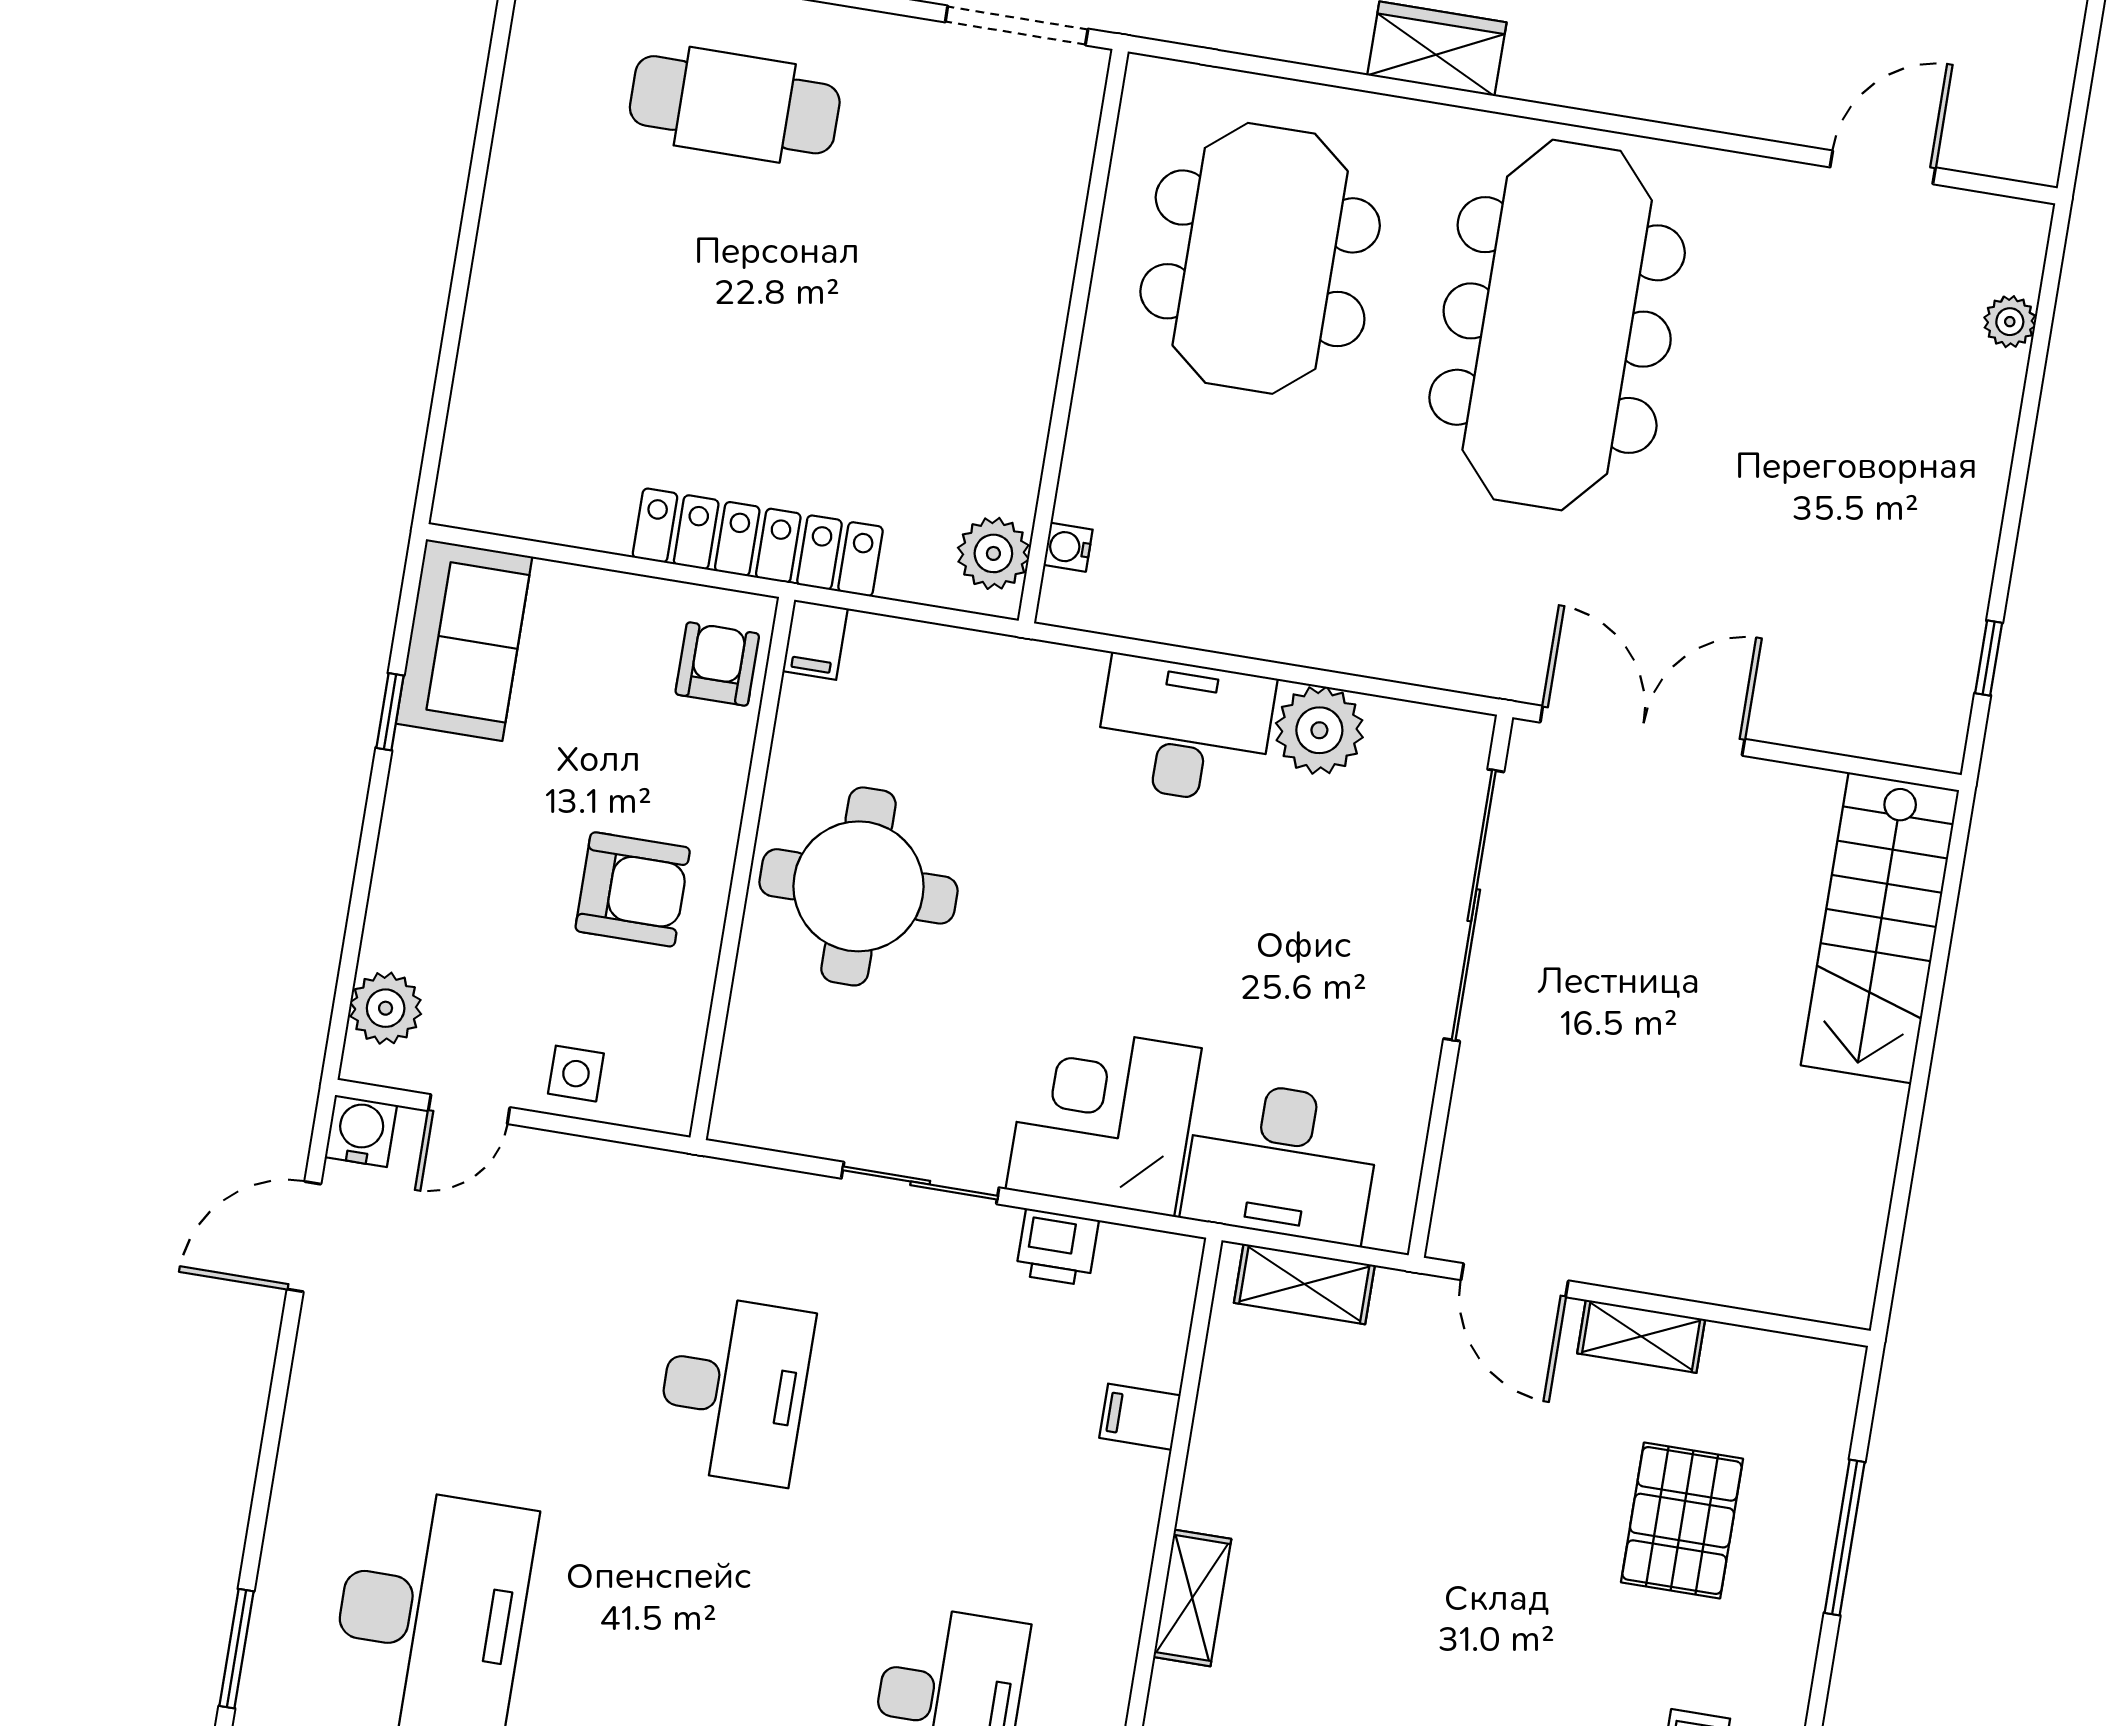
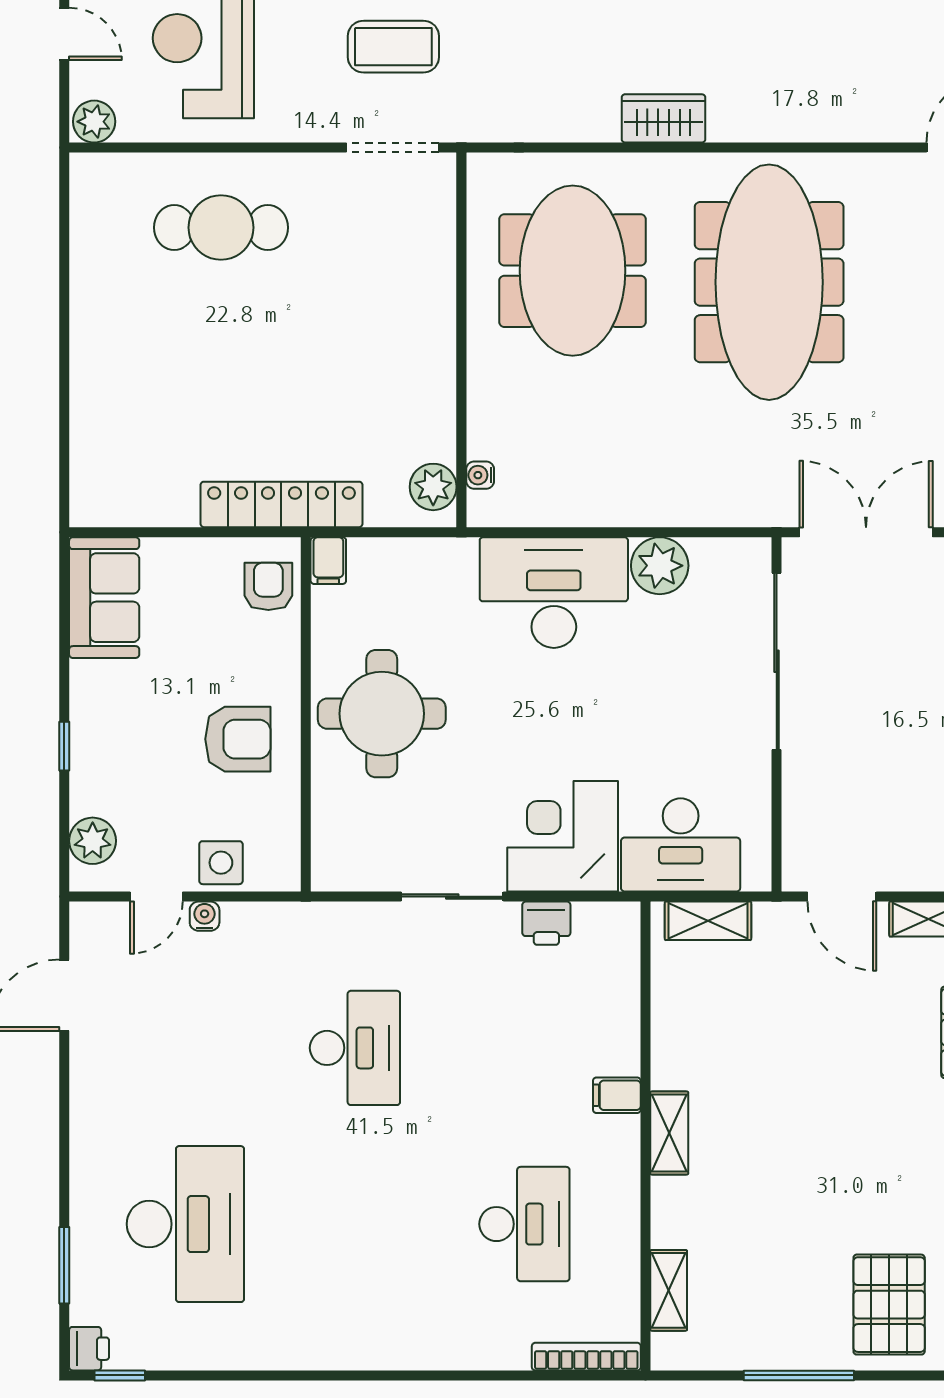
window: (390, 712) -> (64, 746), moved
desk: (1185, 730) -> (554, 593), width x1.36, depth x1.30
side table: (576, 1074) -> (221, 863), width x1.37, depth x1.37
water cooler: (361, 1131) -> (205, 916), moved, width x0.72, depth x0.72
filing cabinet: (1140, 1417) -> (617, 1095), moved

